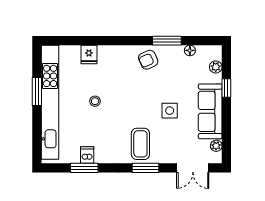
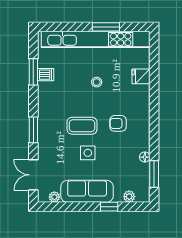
window: (167, 41) -> (154, 174), moved
floor lamp: (190, 50) -> (145, 157), moved
armchair: (148, 60) -> (118, 123), moved, turned -66
coffee table: (140, 144) -> (82, 126), moved

